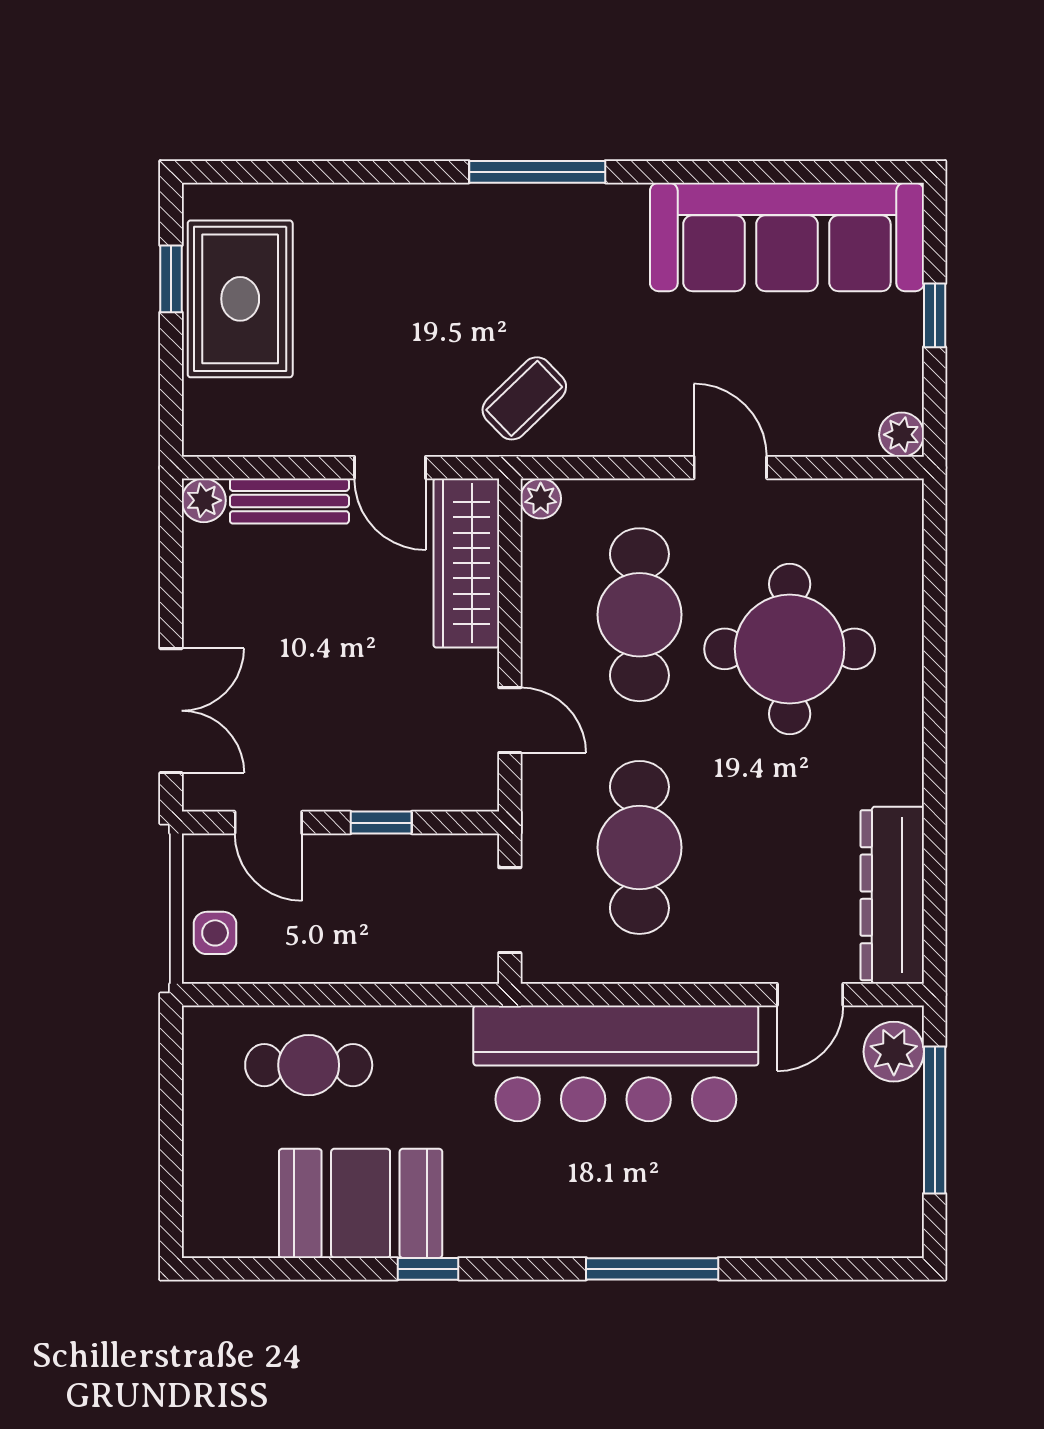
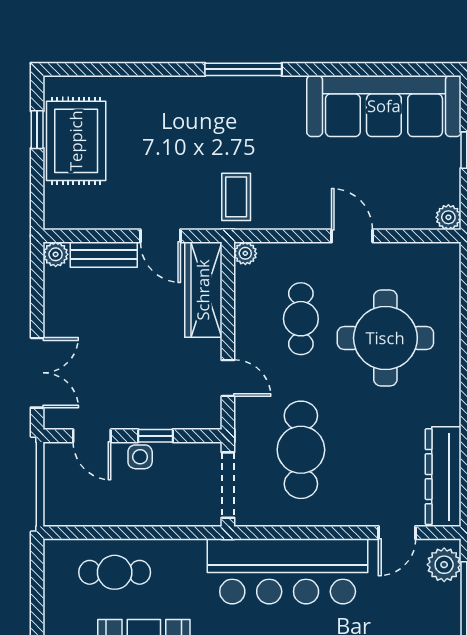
coffee table: (524, 398) -> (236, 197), turned -46
cafe table: (639, 615) -> (301, 319), width x0.73, depth x0.74
doorway: (510, 910) -> (228, 485), width x1.38
side table: (215, 933) -> (140, 457), moved

